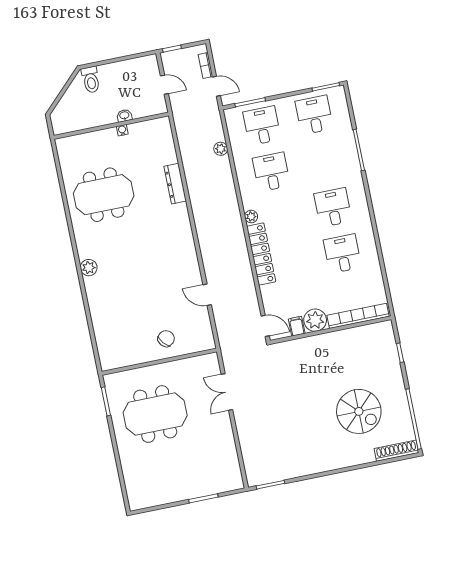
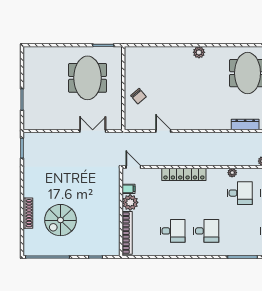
plant: (251, 217) -> (232, 173), moved
door: (207, 295) -> (163, 131), hinge flipped
door: (265, 326) -> (133, 167), swing flipped
shoe rack: (396, 451) -> (28, 213), moved

